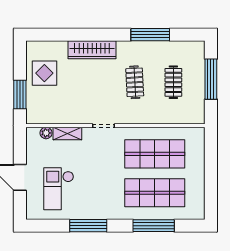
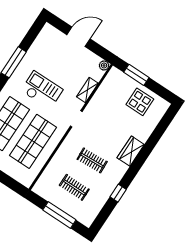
window: (150, 35) -> (118, 193), width x0.46
wardrobe: (92, 50) -> (131, 151), width x0.67
plant: (46, 133) -> (104, 65), moved
checkout: (59, 189) -> (42, 90), moved

